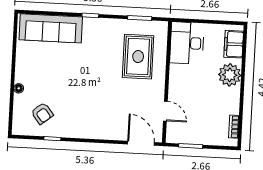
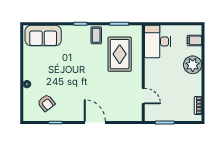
sofa: (51, 28) -> (43, 36), width x0.73
coffee table: (110, 31) -> (96, 35), added
filing cabinet: (234, 44) -> (194, 40), width x0.50
door: (141, 143) -> (95, 122), moved

